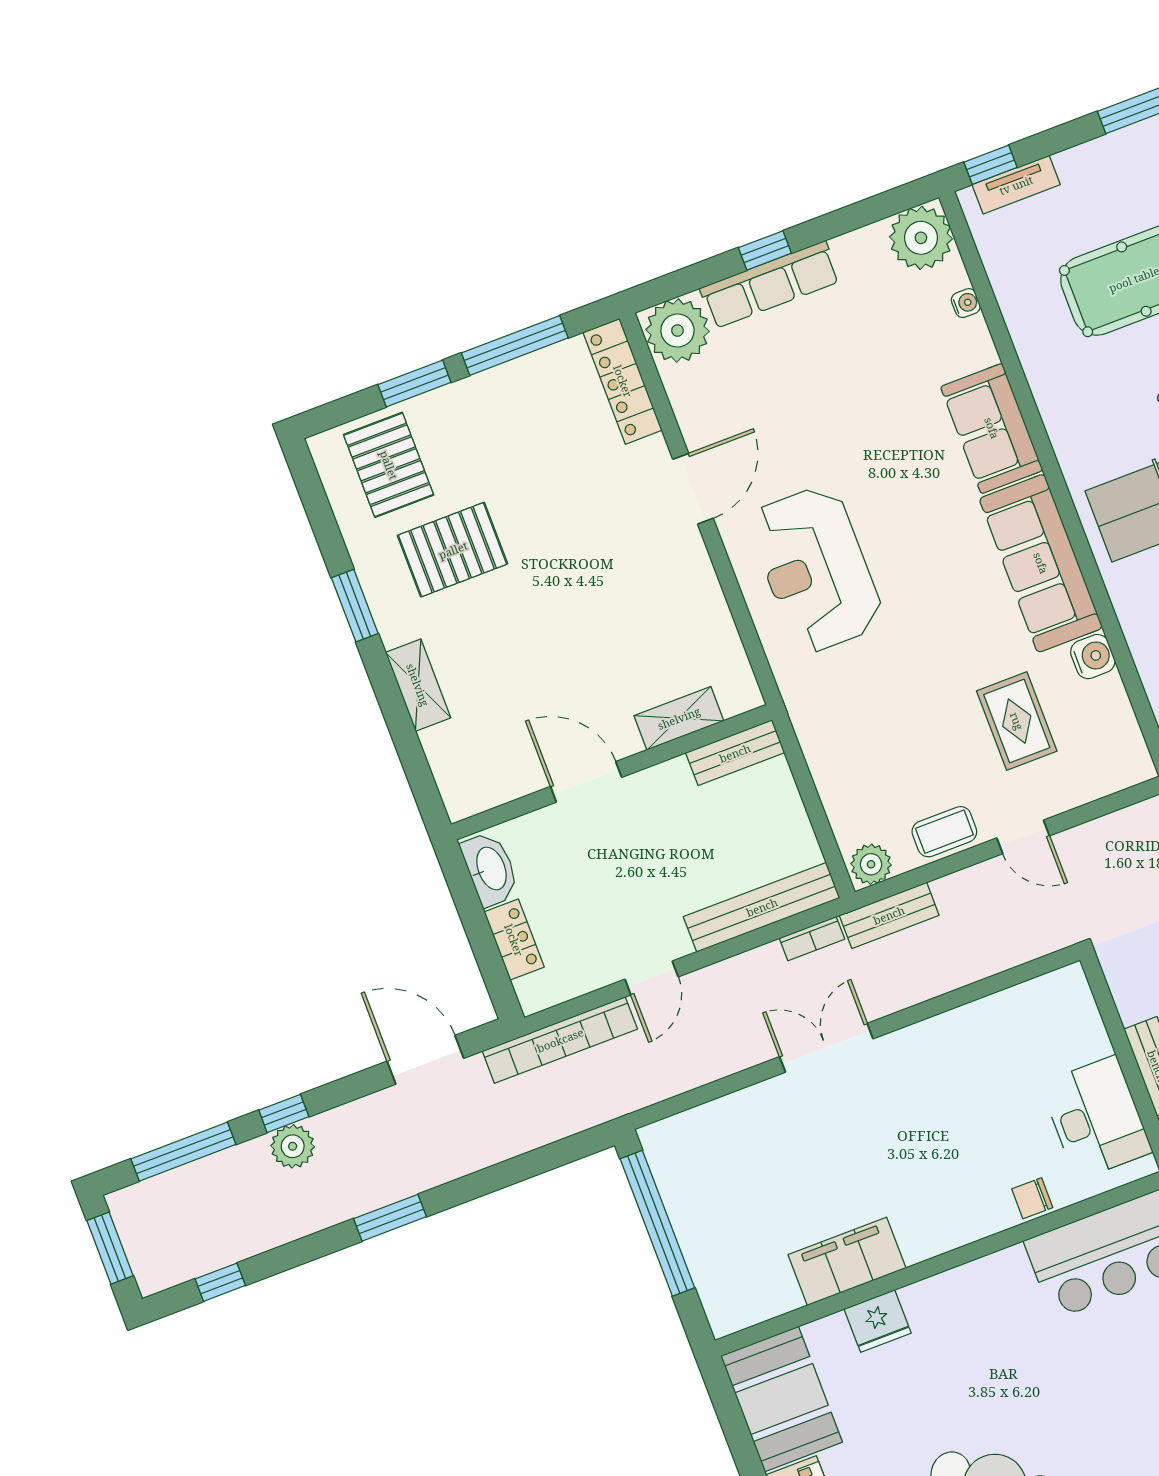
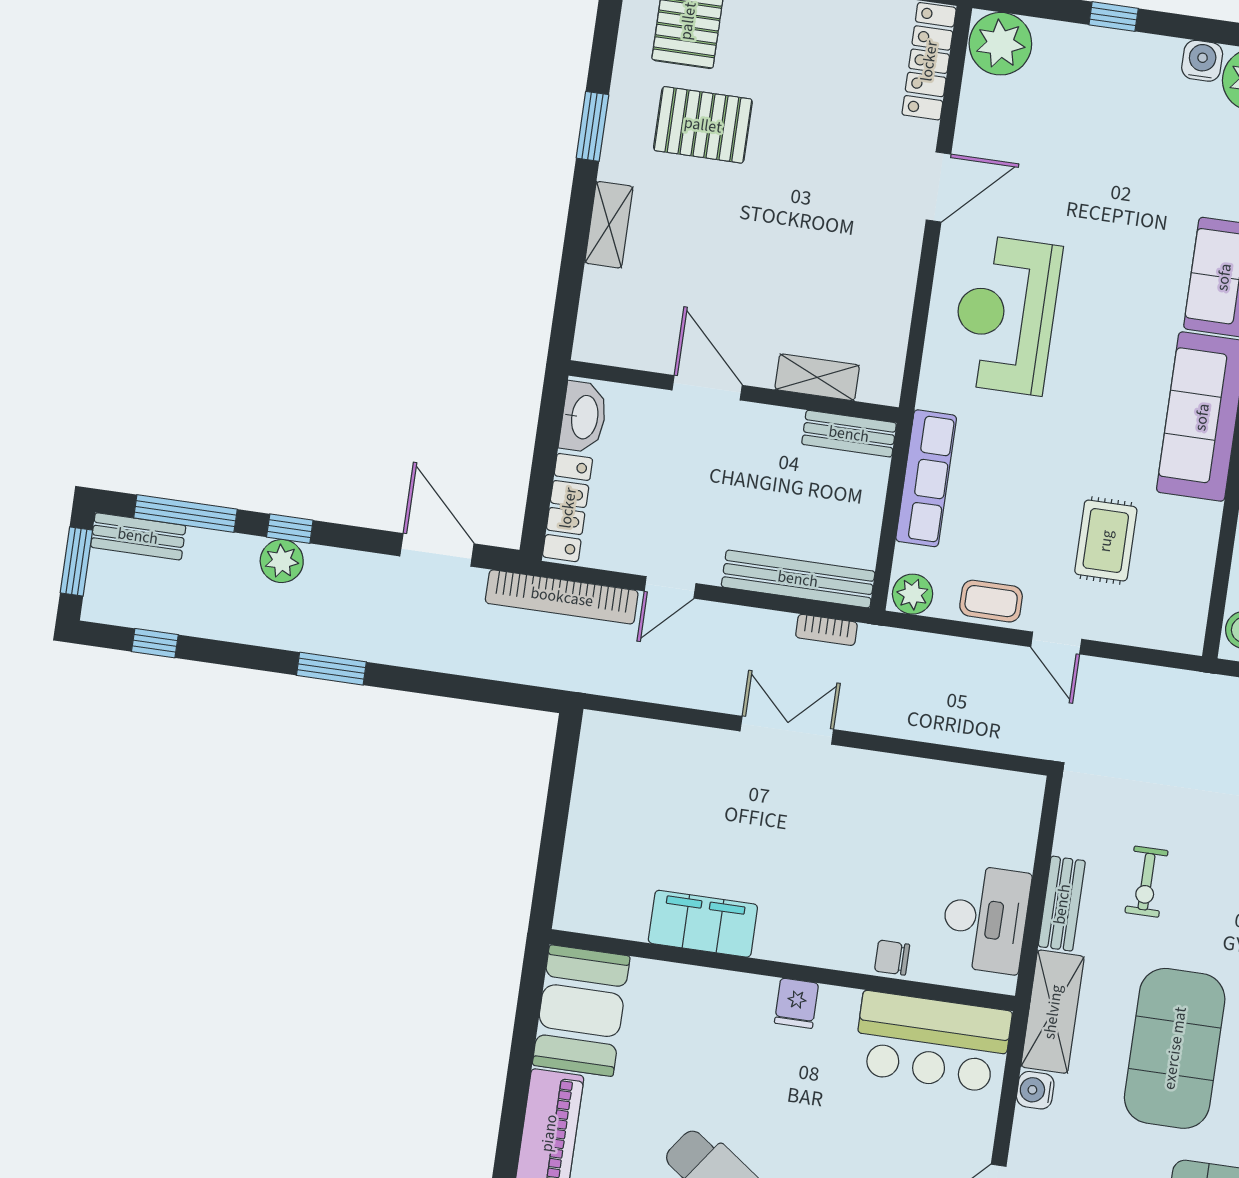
row of seats: (770, 285) -> (926, 478), moved, turned -90
water cooler: (1093, 657) -> (1202, 61), moved, turned -90
bench: (889, 915) -> (138, 536), moved
locker: (514, 940) -> (568, 508), width x1.53
window: (657, 1223) -> (558, 801), removed
fridge: (878, 1321) -> (796, 1003), moved, width x0.72

